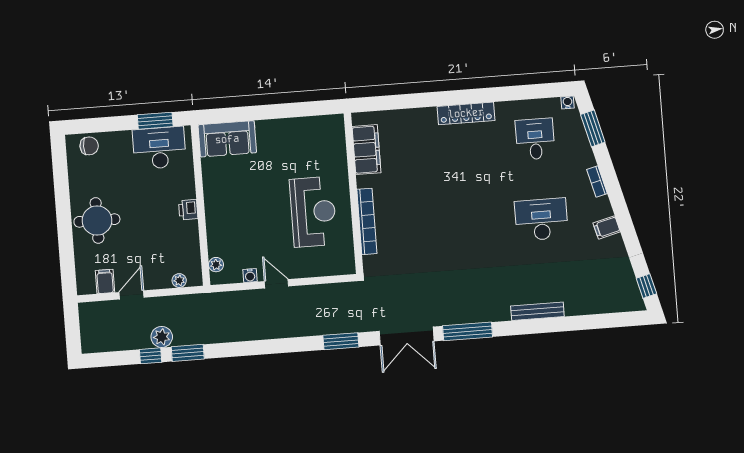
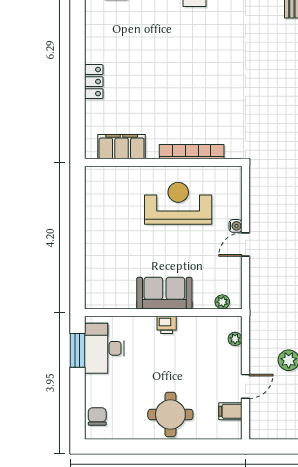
locker: (466, 113) -> (94, 82), moved, width x0.66
sofa: (227, 139) -> (164, 293), moved, turned -90
water cooler: (250, 276) -> (235, 226), moved
door: (132, 295) -> (245, 386), swing flipped

